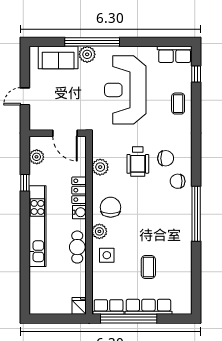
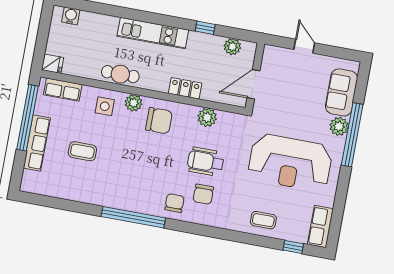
reception desk: (125, 90) -> (290, 162), turned 180
water cooler: (79, 212) -> (71, 16), moved, turned 180
kitchen unit: (38, 226) -> (153, 33), width x0.73
row of seats: (109, 307) -> (63, 90), moved, turned 90

